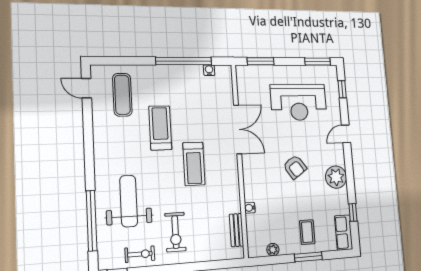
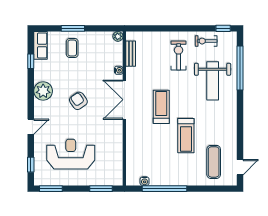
door: (87, 88) -> (240, 167), hinge flipped
double door: (238, 129) -> (124, 100), moved
plant: (273, 250) -> (118, 36), moved

